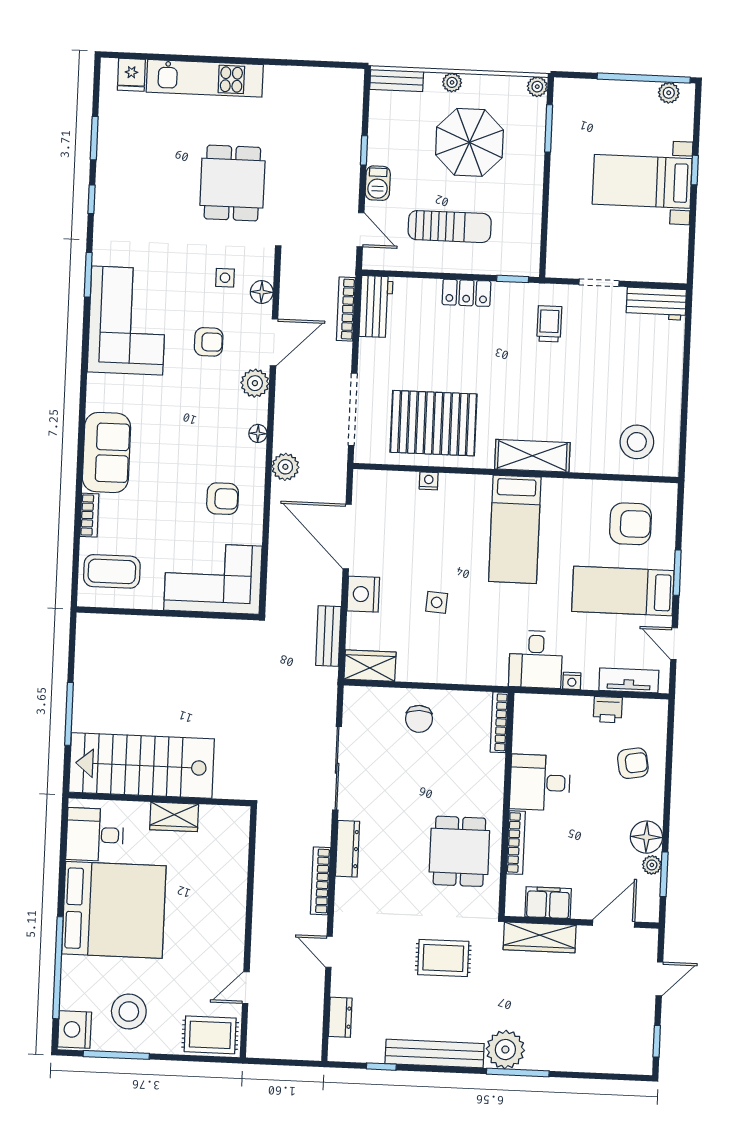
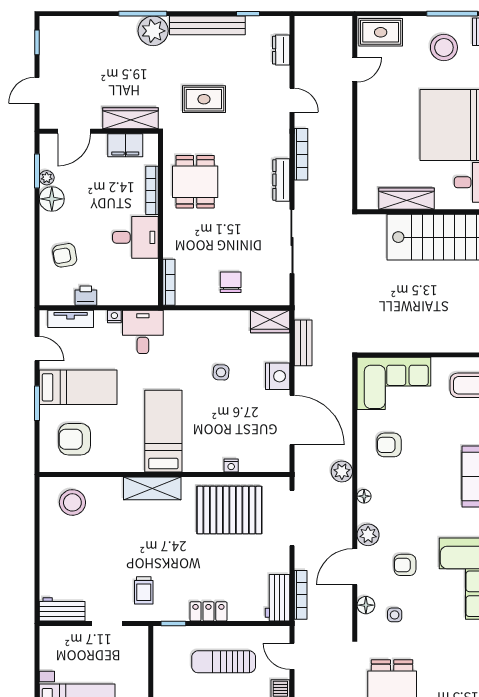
wardrobe: (174, 817) -> (406, 199), width x1.50

